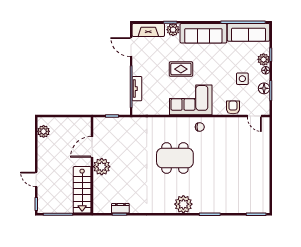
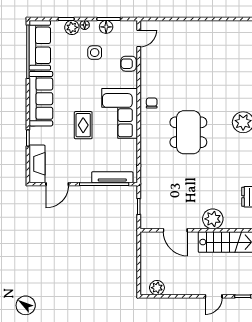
plant: (173, 30) -> (37, 135), removed
tv unit: (137, 89) -> (112, 177), width x1.41
plant: (102, 167) -> (213, 219), moved

